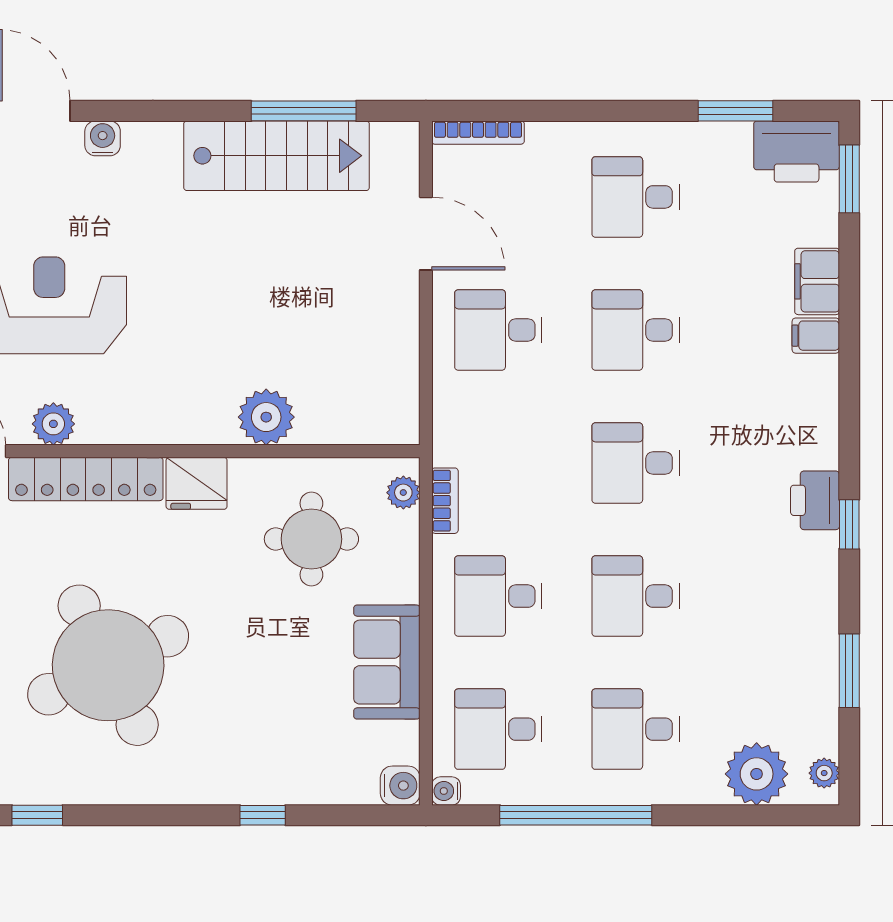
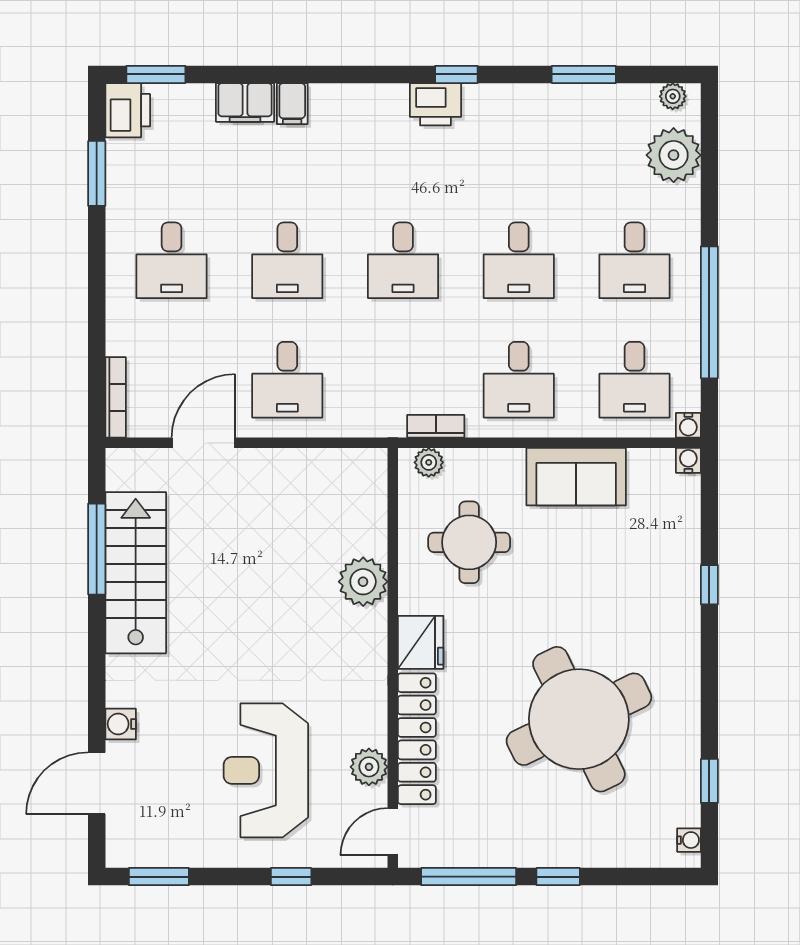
printer: (797, 151) -> (128, 110), width x0.73, depth x0.84
water cooler: (400, 786) -> (688, 460), width x0.72, depth x0.72

